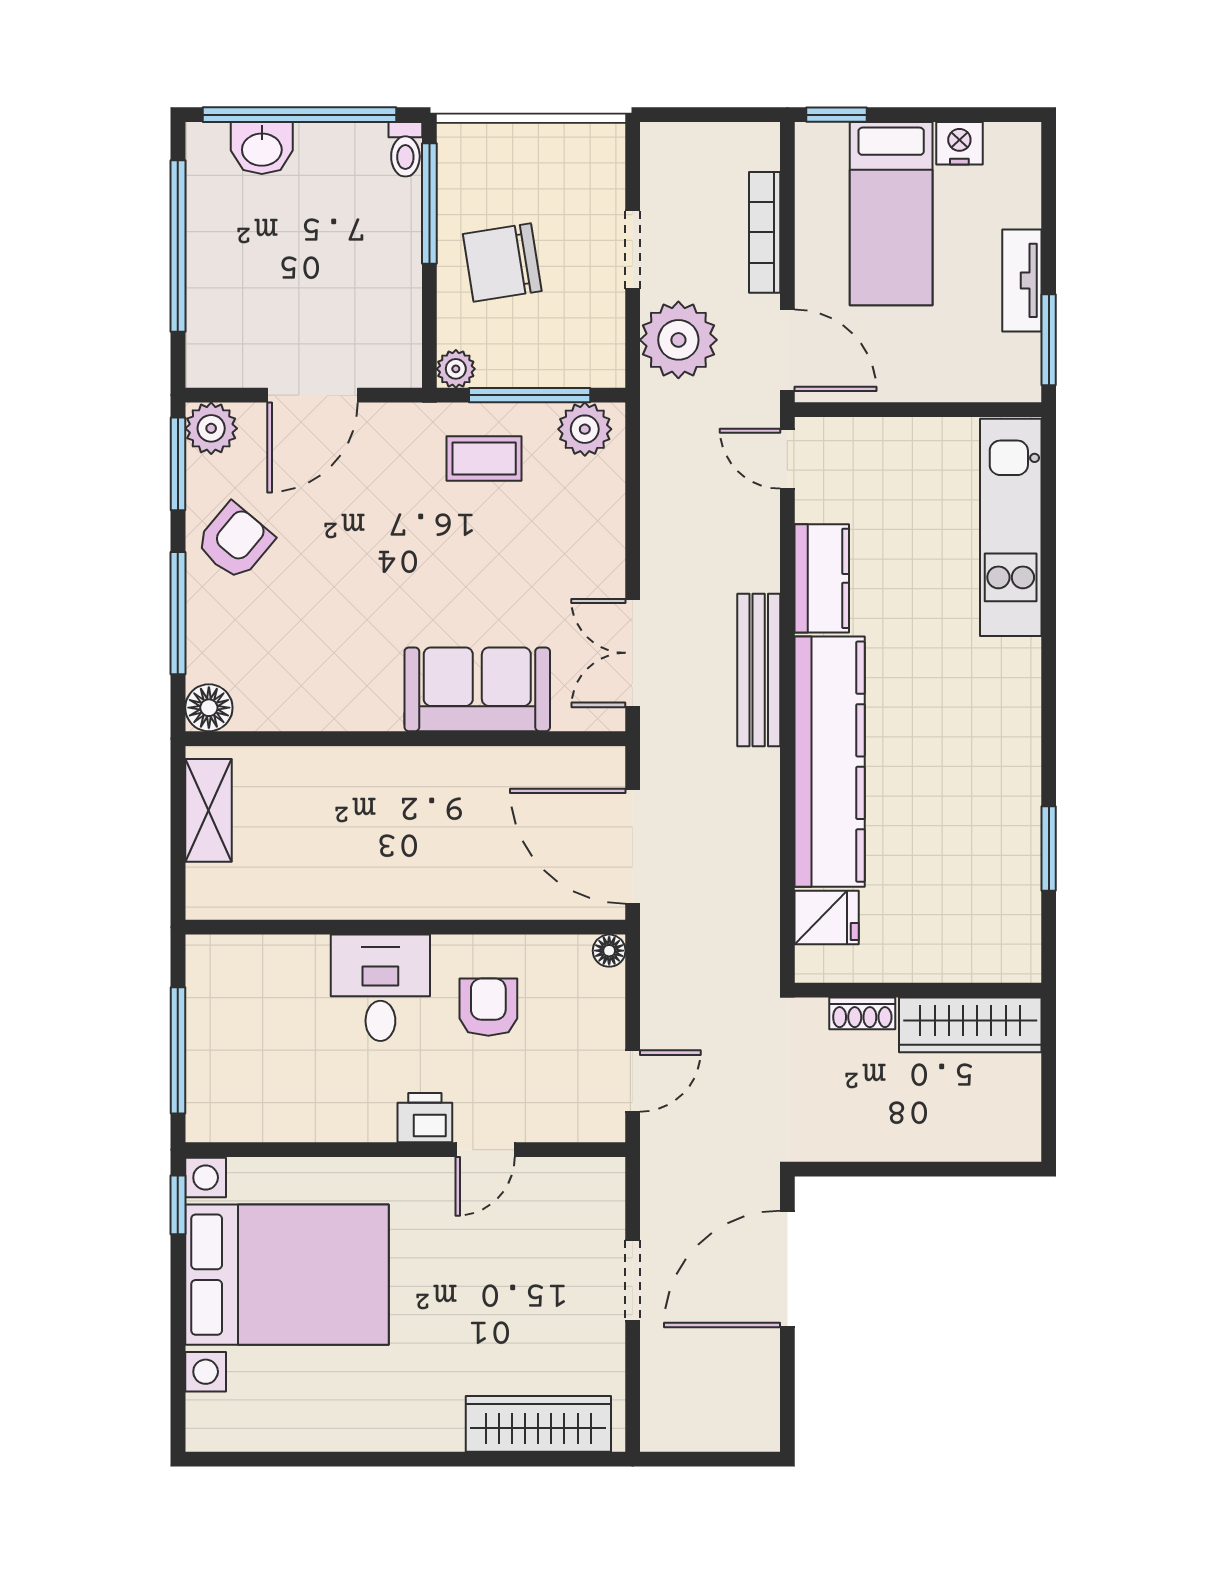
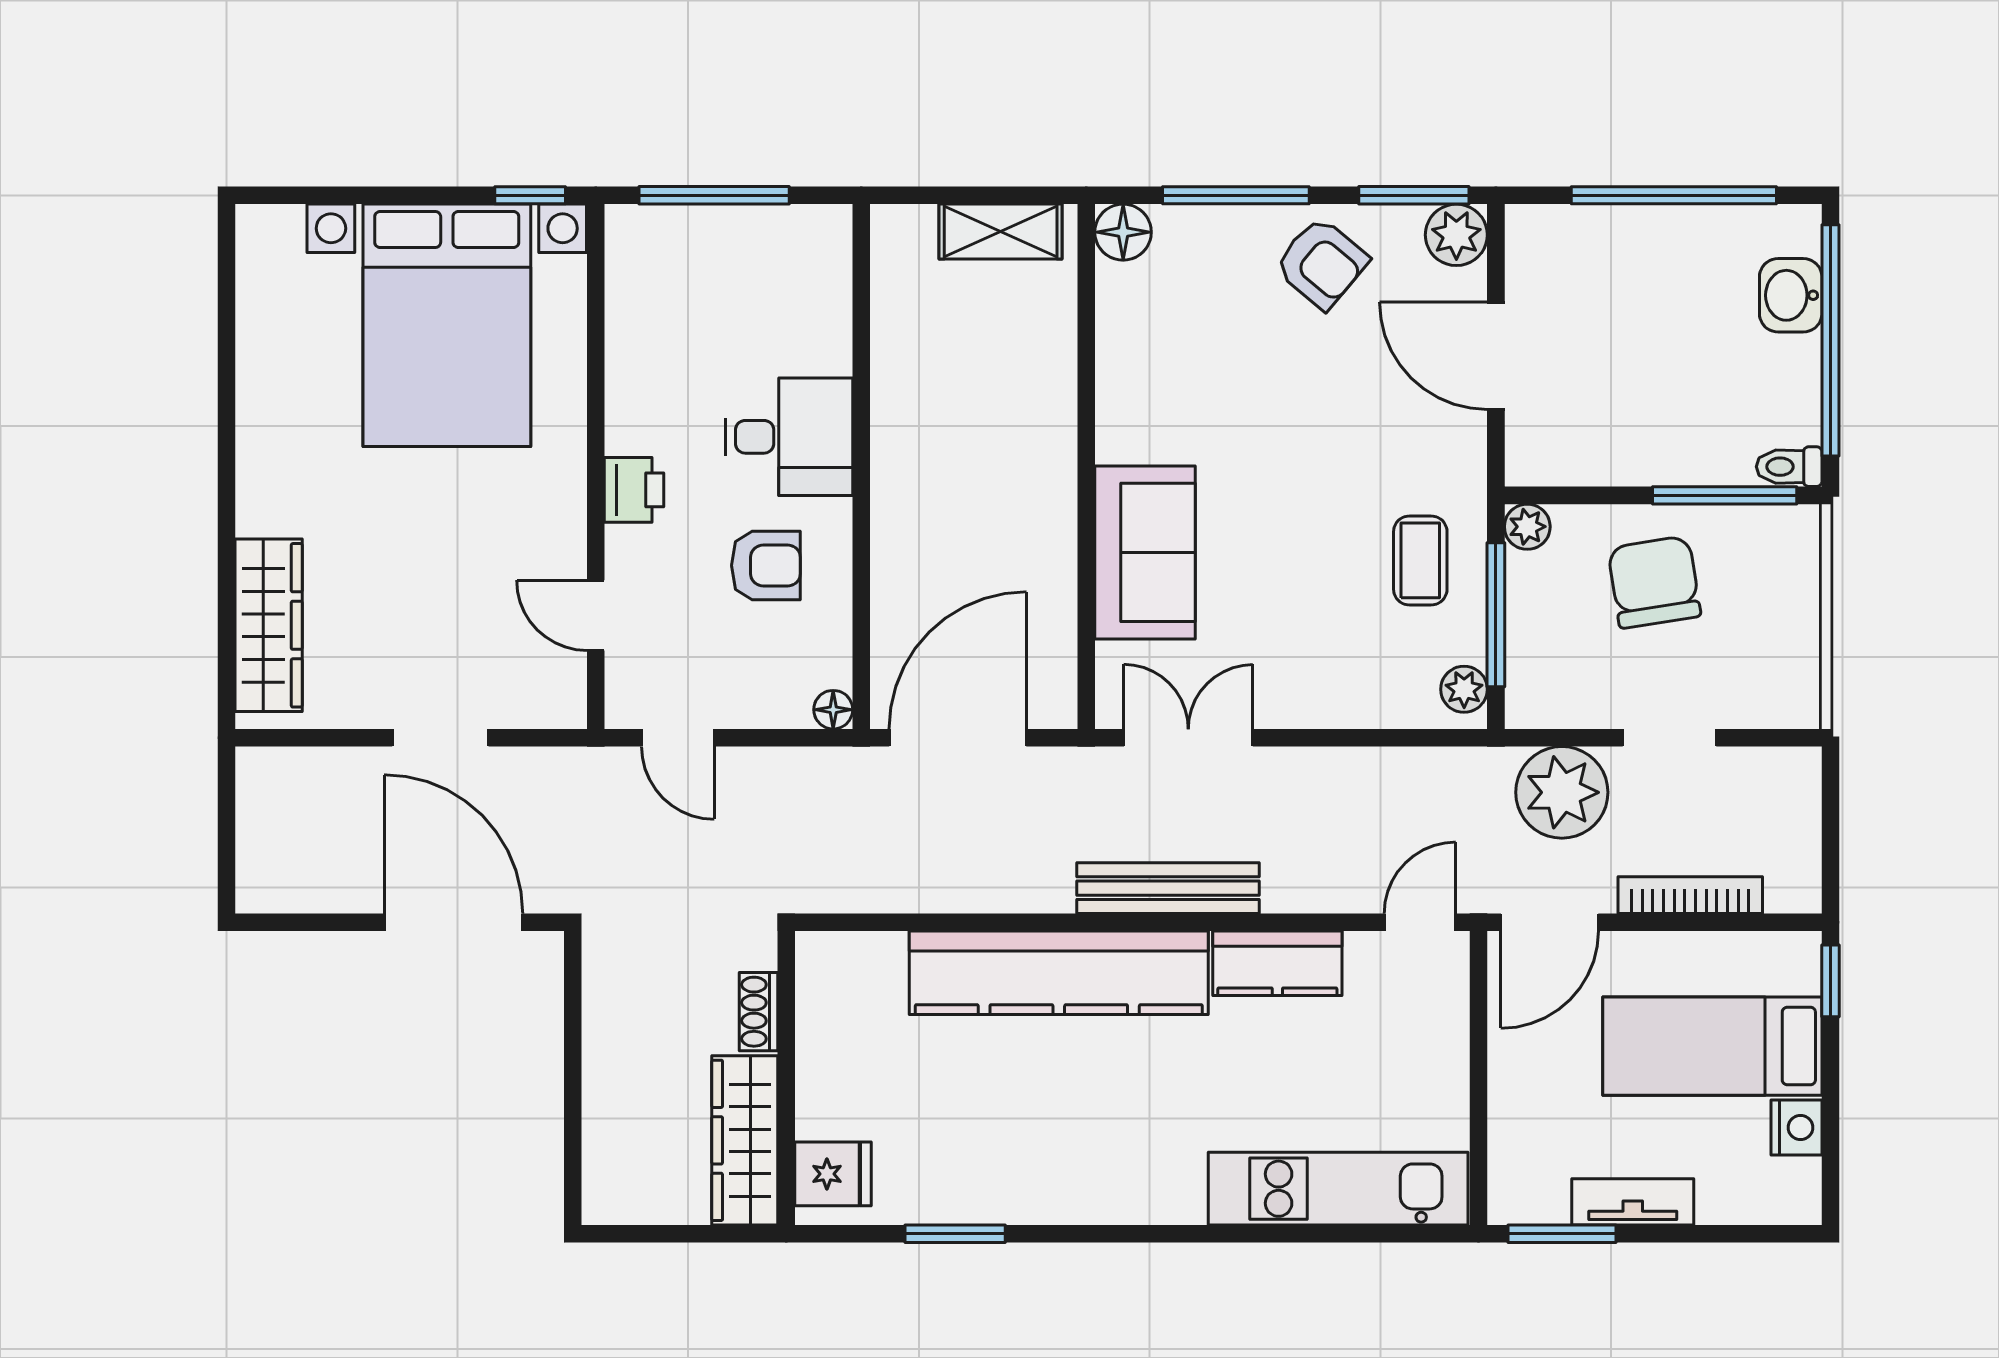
plant: (585, 429) -> (1464, 689), width x0.73, depth x0.73
fridge: (827, 918) -> (833, 1174), moved, turned -90
door: (485, 1150) -> (596, 615), moved

